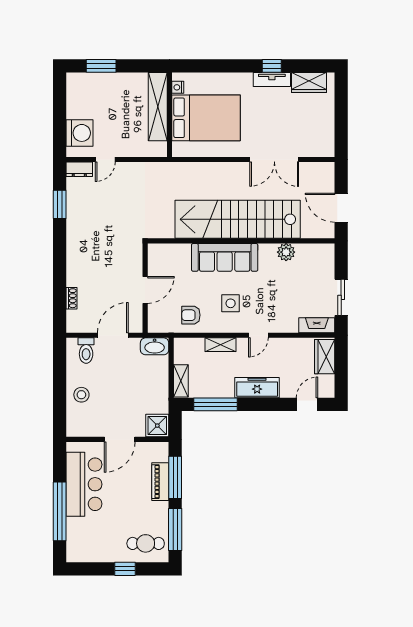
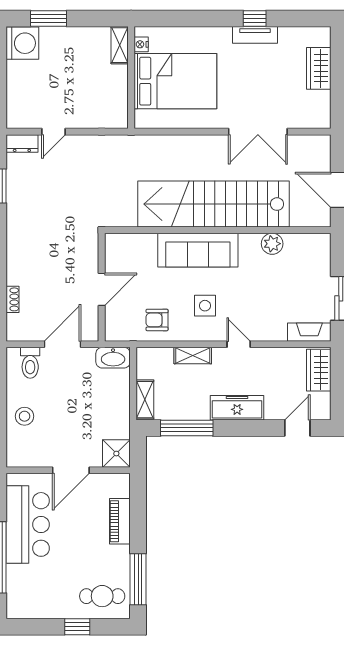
wardrobe: (309, 83) -> (319, 68), moved, turned 90
shelving: (158, 107) -> (120, 45), width x0.45, depth x0.75
washing machine: (80, 133) -> (22, 43), moved
door: (258, 335) -> (239, 344), swing flipped
window: (175, 477) -> (138, 516), removed

